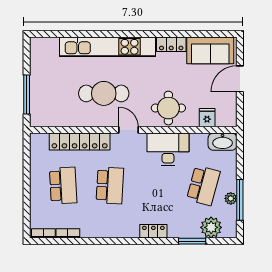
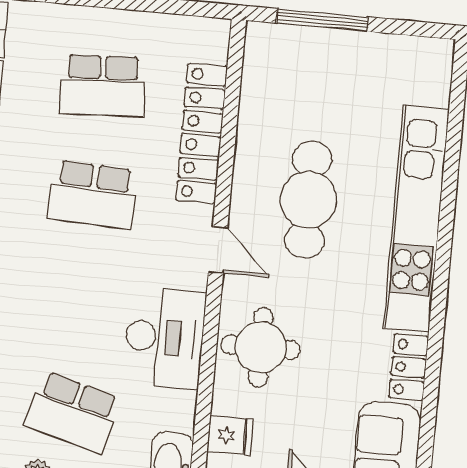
door: (128, 130) -> (218, 250), hinge flipped

